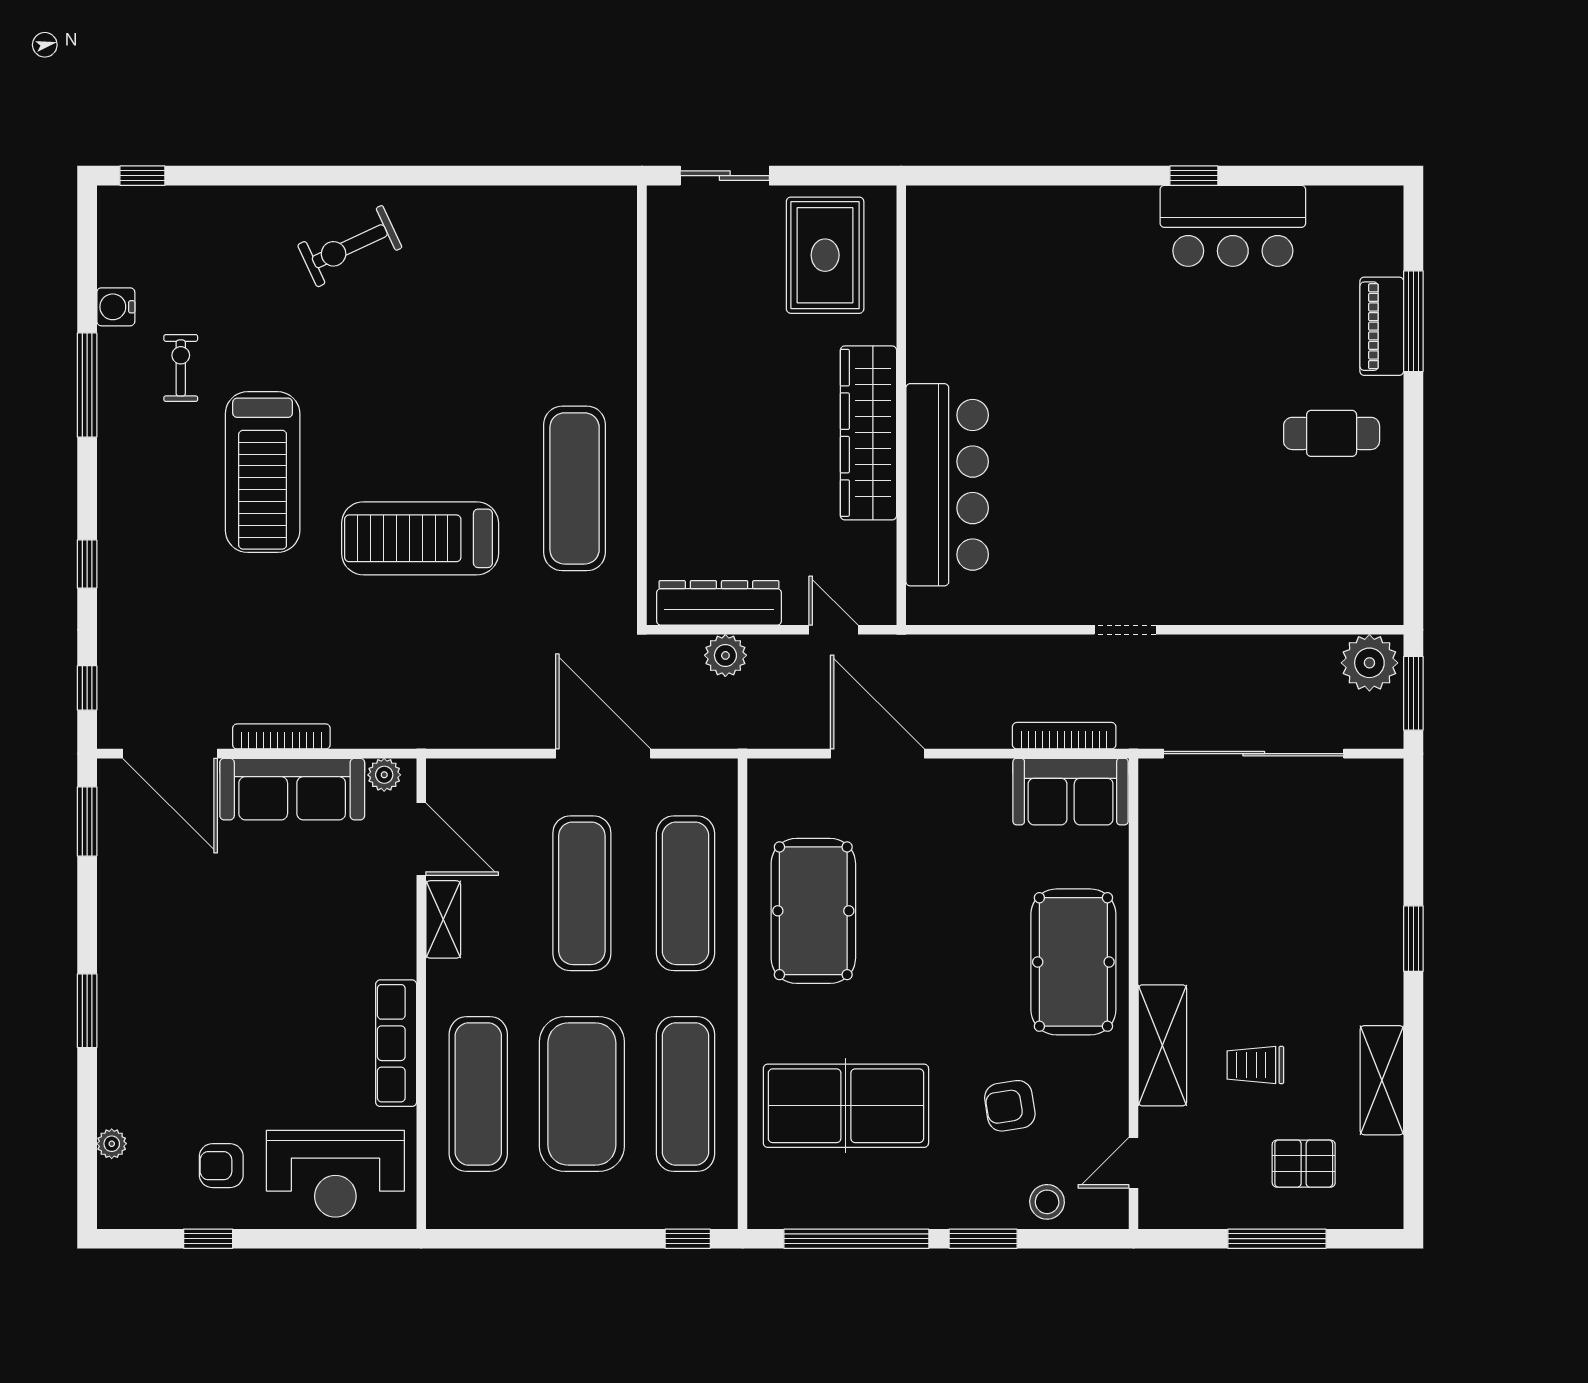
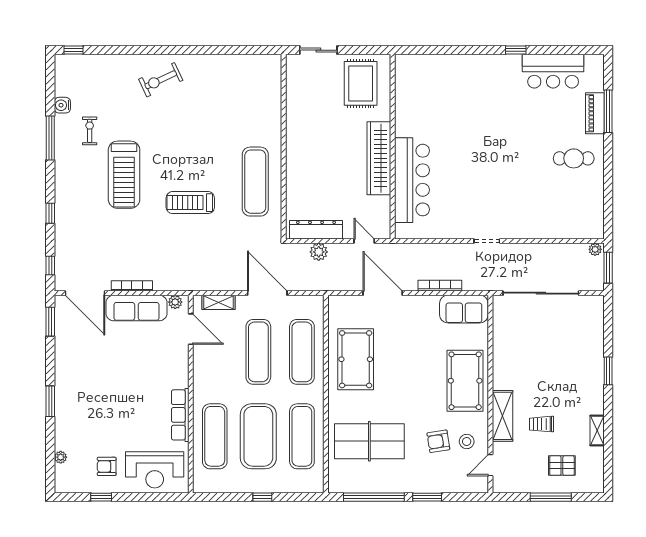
bar counter: (1233, 226) -> (553, 71), moved
treadmill: (420, 538) -> (190, 203), width x0.73, depth x0.73
plant: (1369, 663) -> (595, 249), width x0.53, depth x0.53
bookcase: (1064, 736) -> (440, 286), moved
shelving: (443, 919) -> (218, 302), moved, turned 90
shelving: (1382, 1080) -> (597, 430), width x0.67, depth x0.75
stool: (1047, 1202) -> (467, 441), moved
window: (688, 1239) -> (262, 497), moved

